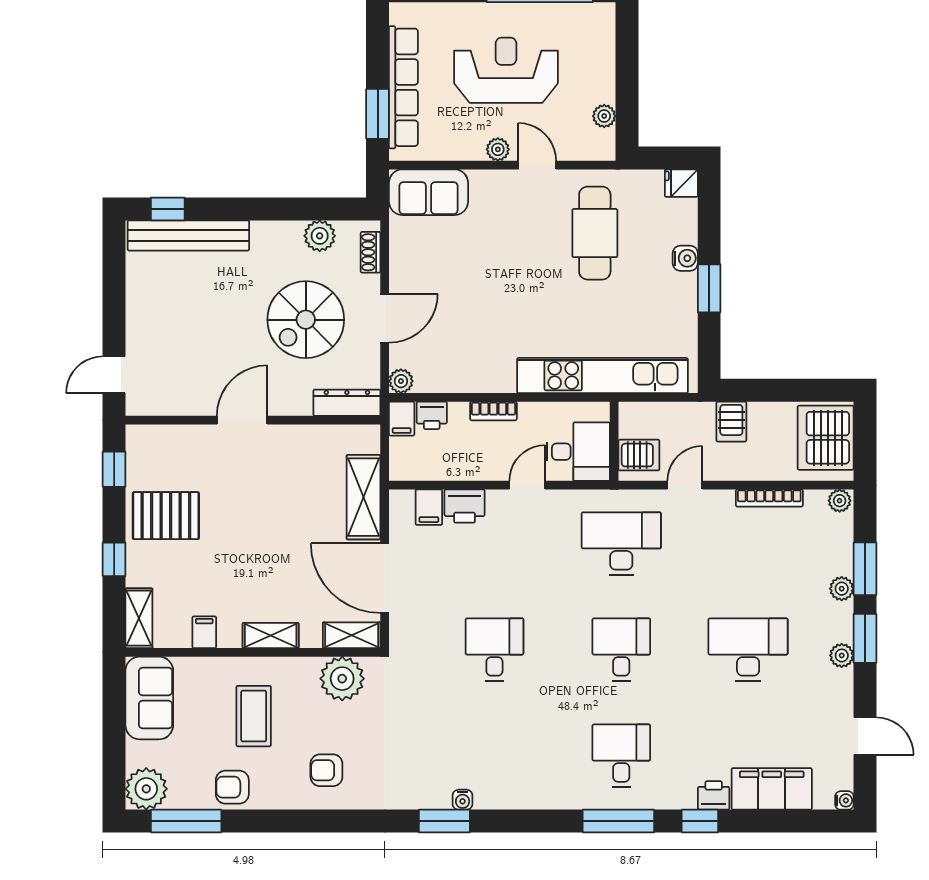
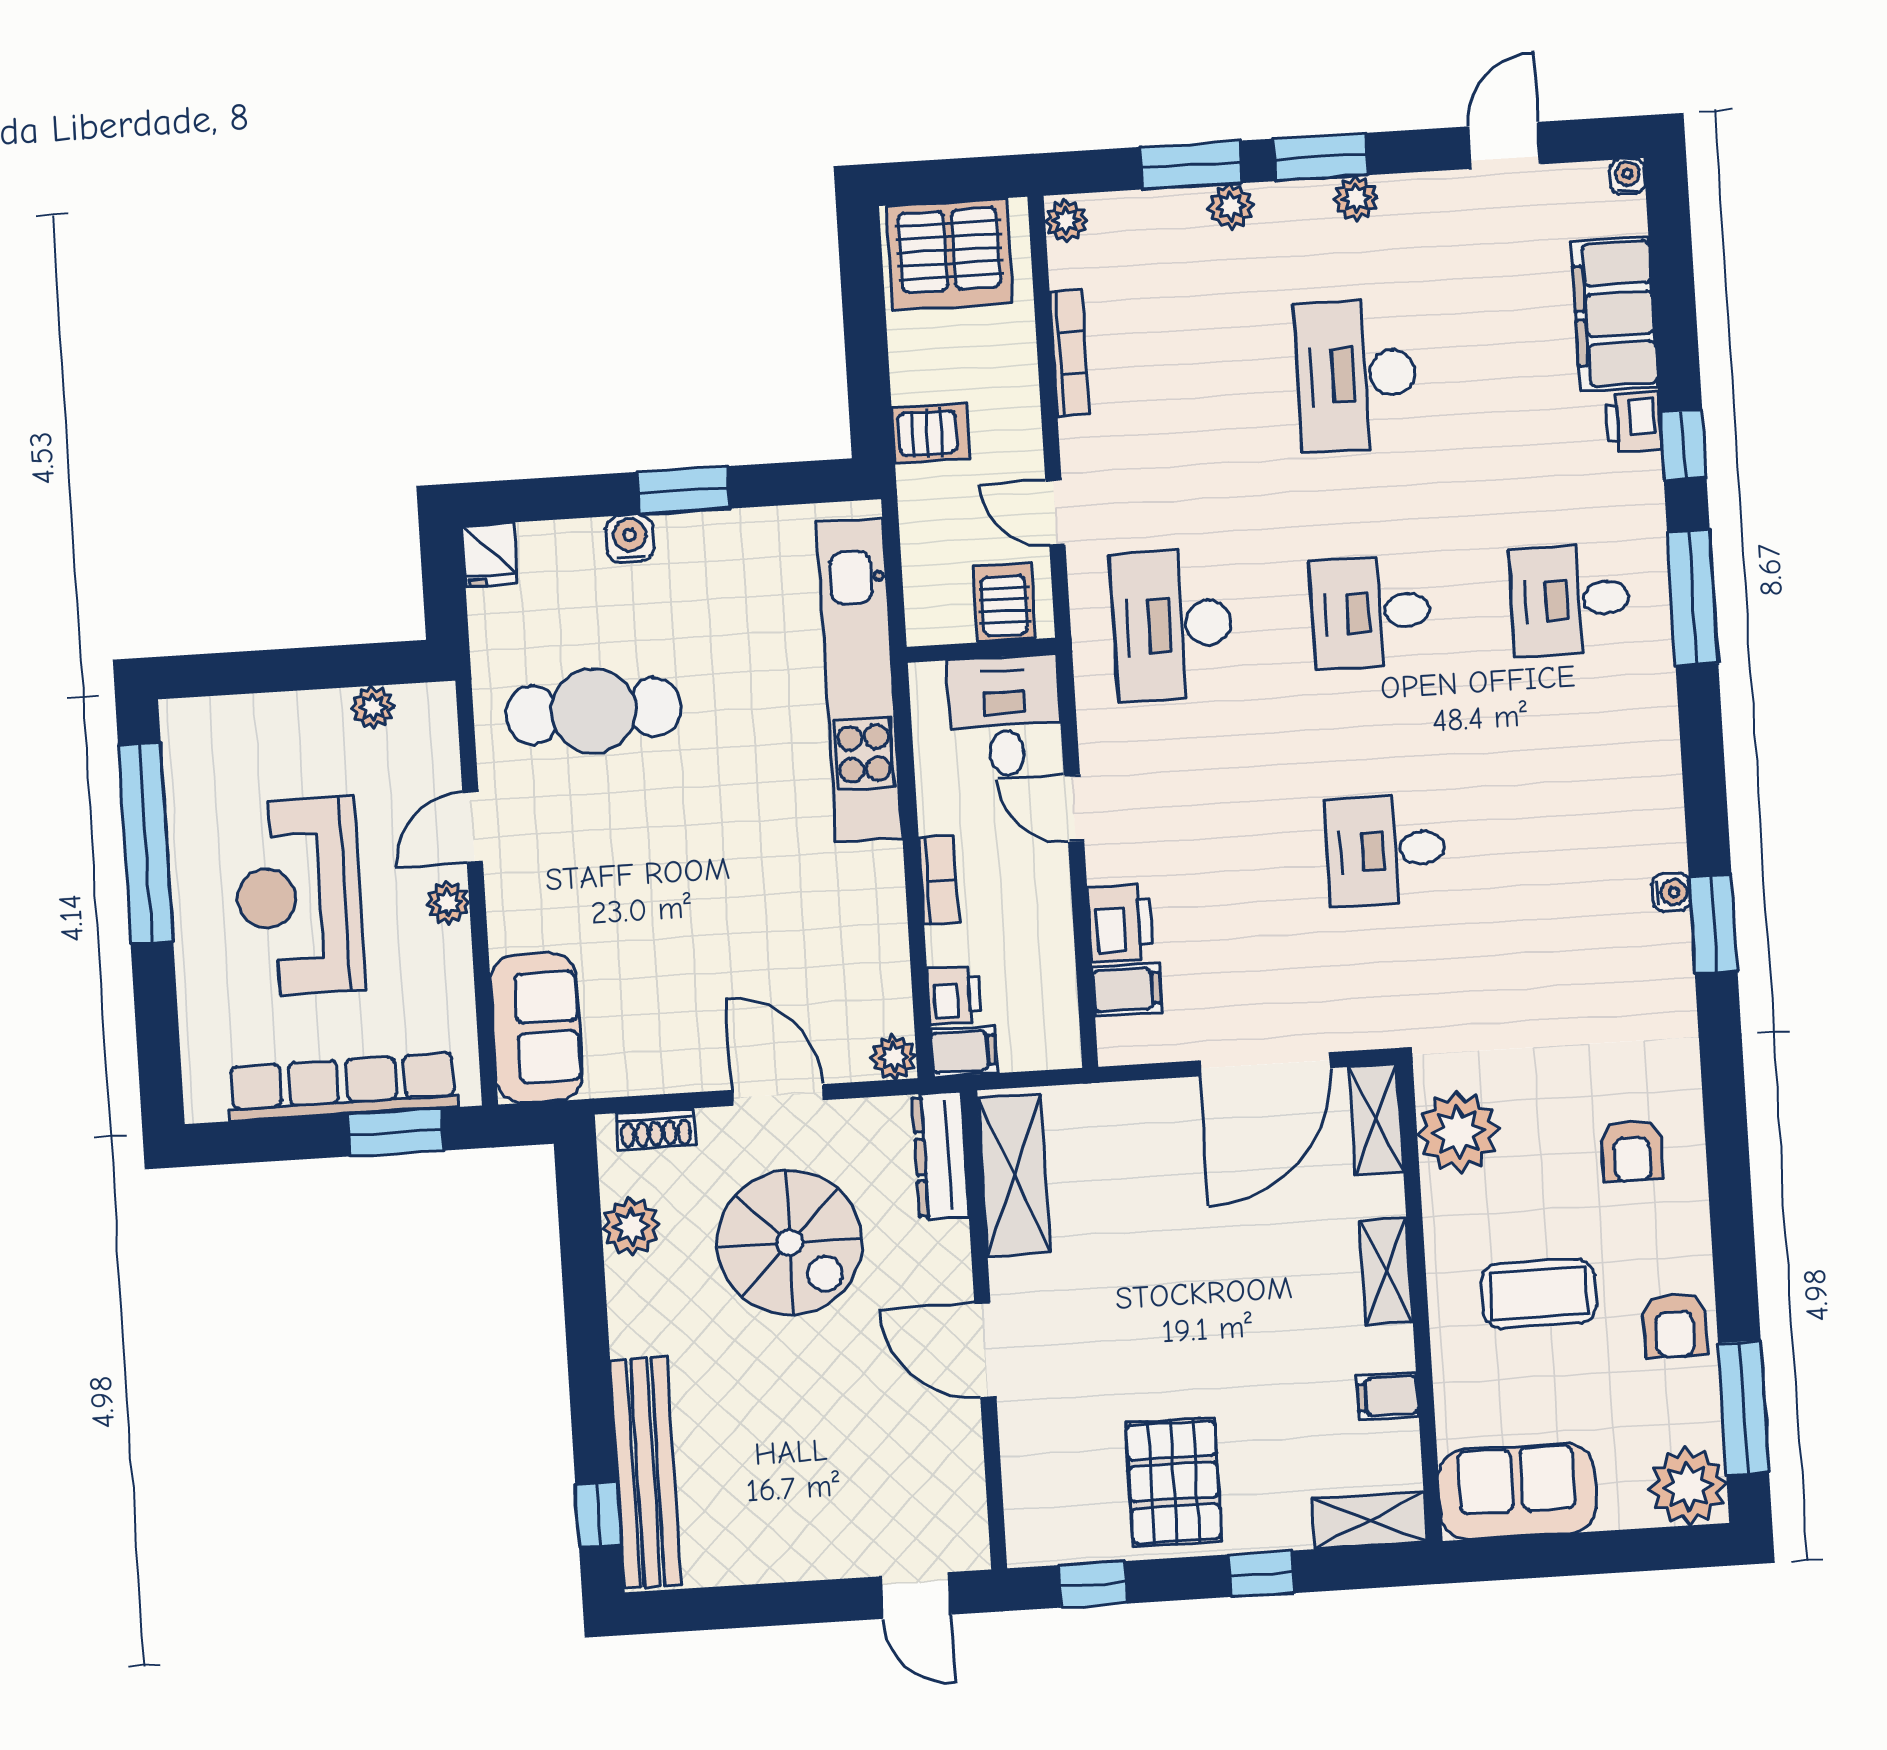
shelving: (364, 497) -> (1014, 1175), moved, turned 90

